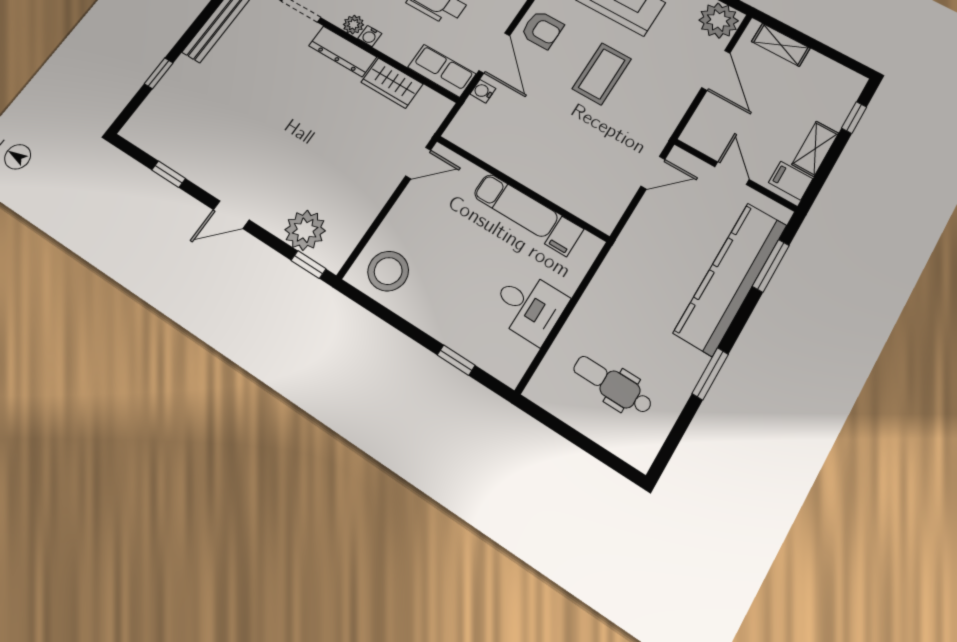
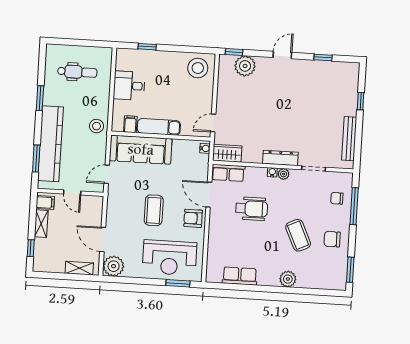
wardrobe: (392, 83) -> (227, 153), moved
water cooler: (483, 91) -> (205, 148), moved
sofa: (569, 183) -> (141, 150), added
stool: (628, 265) -> (96, 126), added

